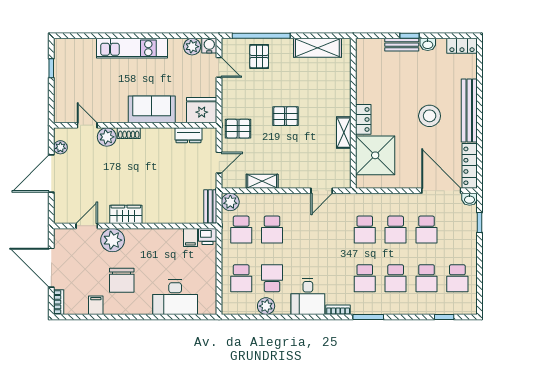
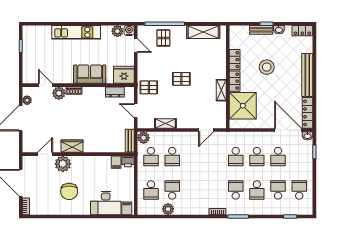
locker: (363, 88) -> (235, 60), added
stool: (430, 116) -> (267, 67), moved
door: (219, 163) -> (136, 111), swing flipped
school desk: (365, 278) -> (236, 190), turned 180
school desk: (426, 278) -> (278, 190), turned 180
school desk: (457, 278) -> (299, 190), turned 180
desk: (308, 296) -> (197, 202), removed
filing cabinet: (96, 305) -> (127, 208), moved

